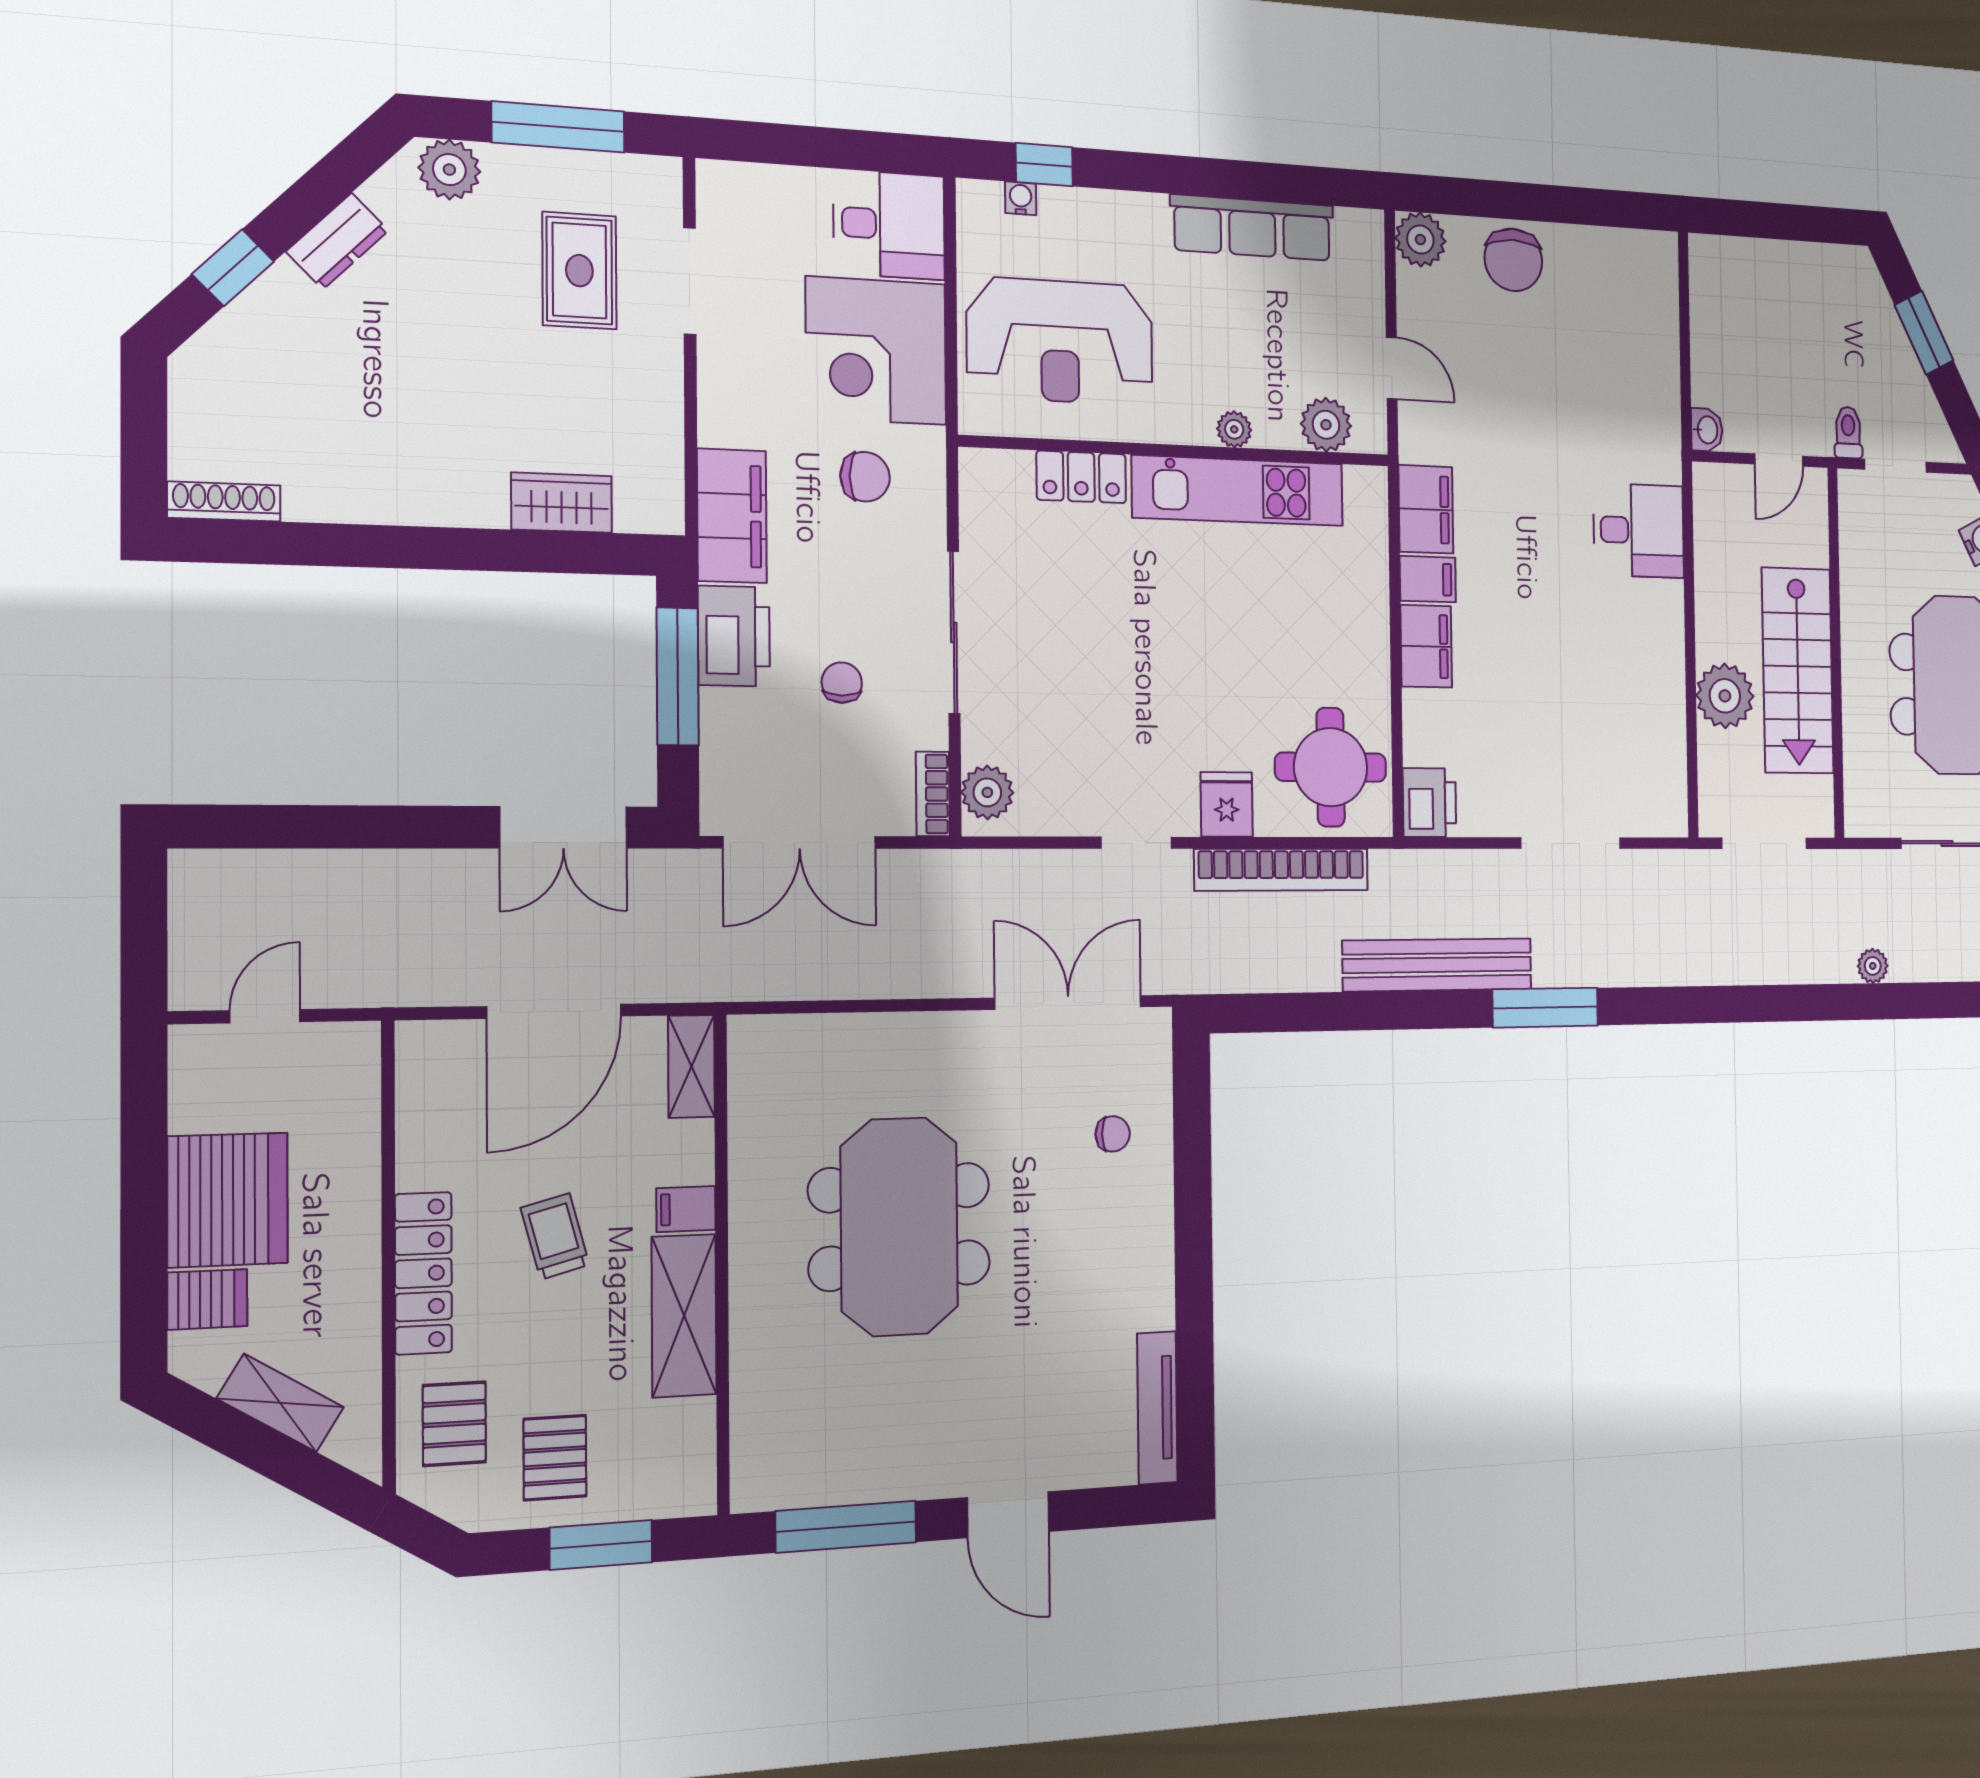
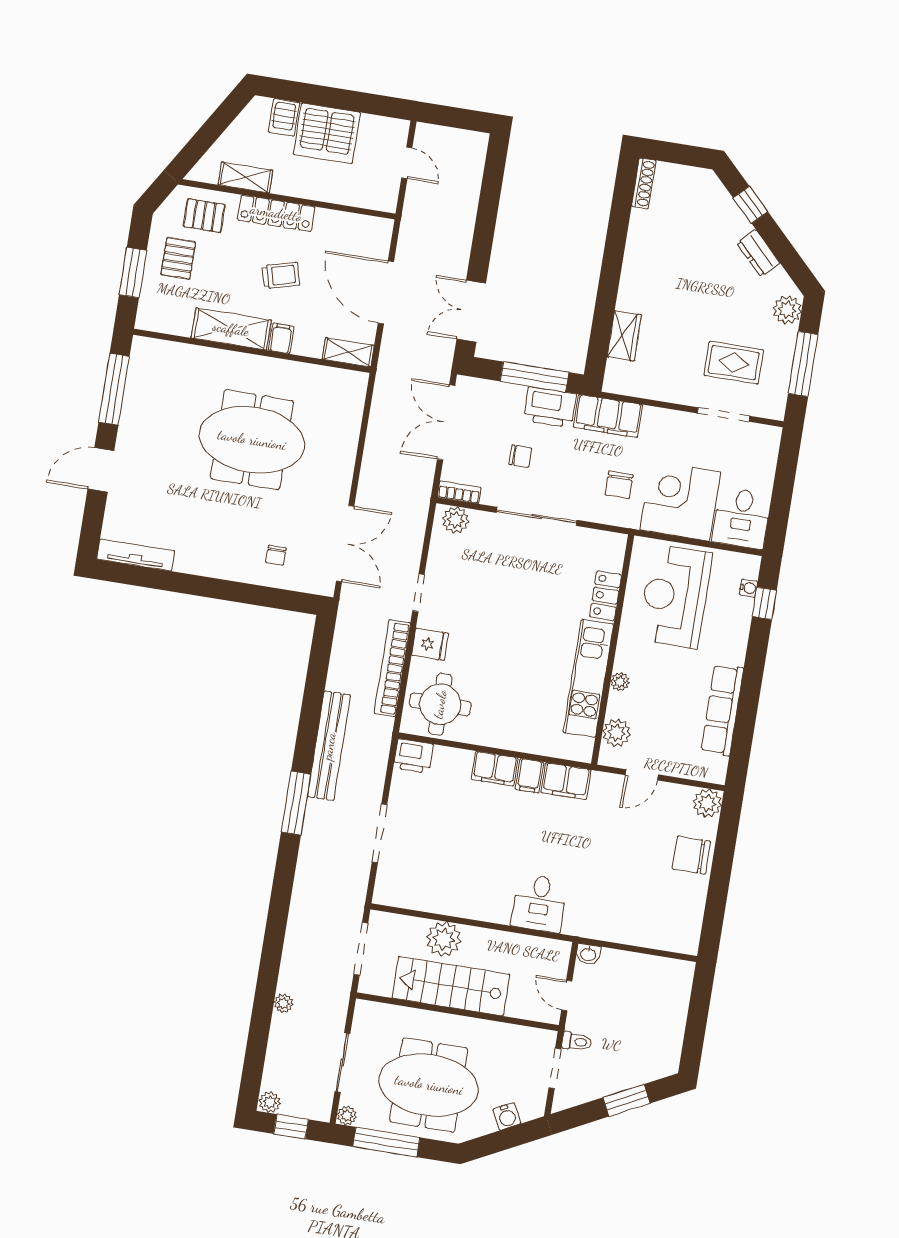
shelving: (280, 1403) -> (245, 177), moved, turned 58
pallet: (555, 1458) -> (178, 258), turned 90

